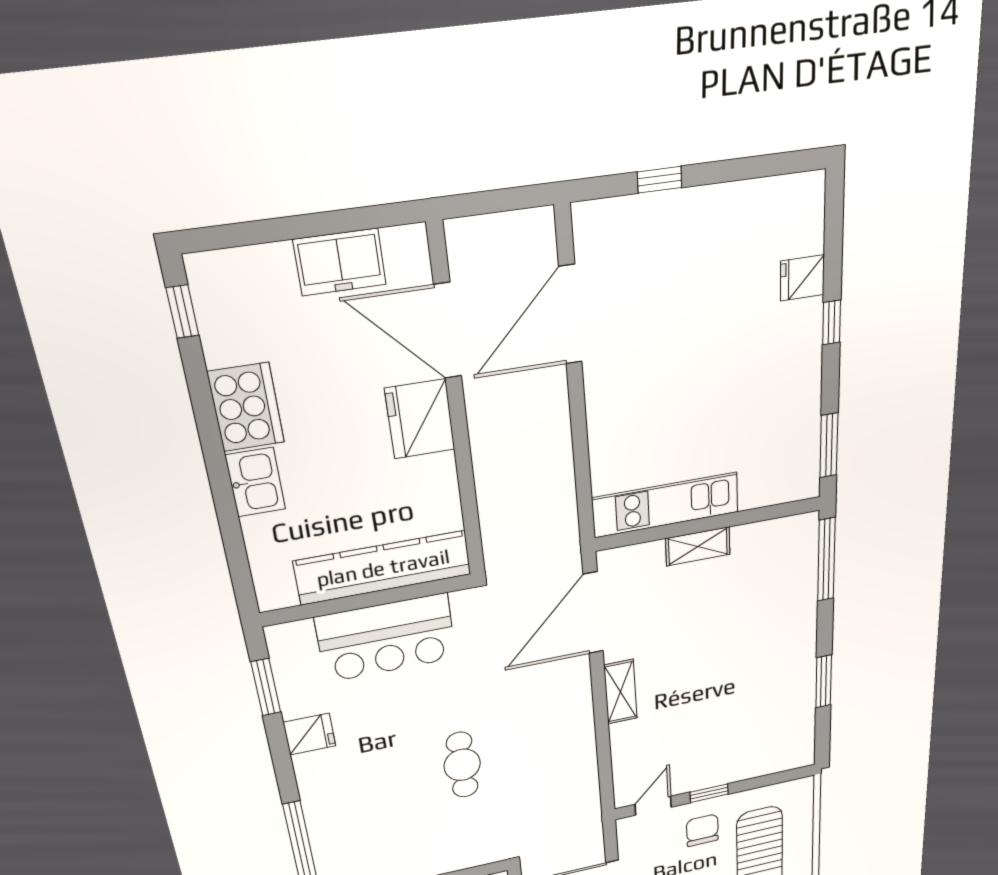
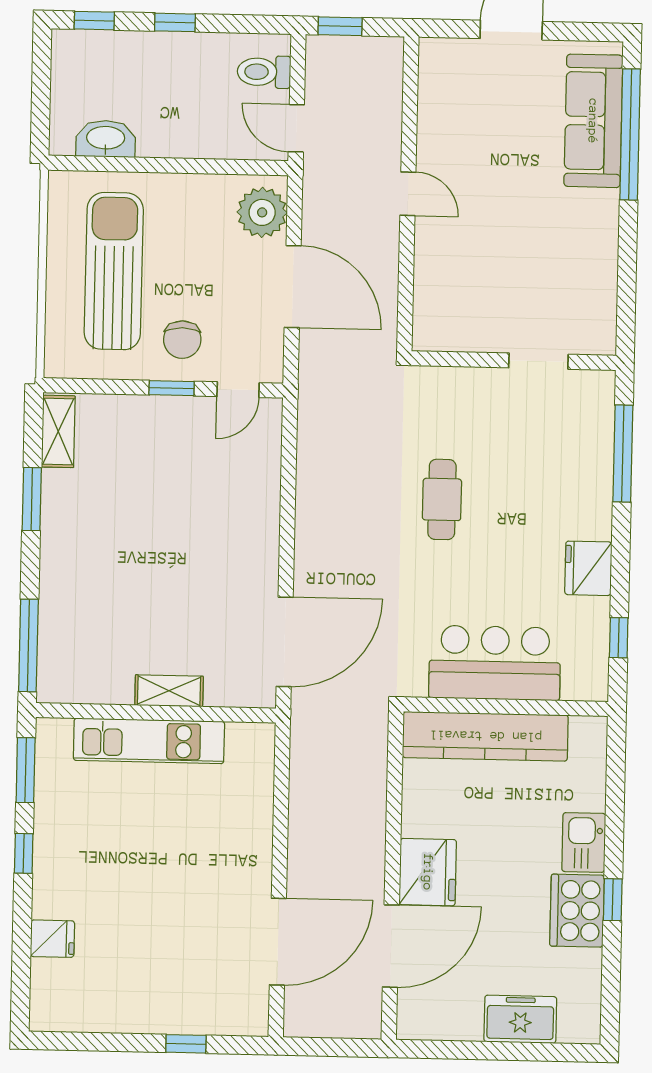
freezer: (340, 262) -> (520, 1019), moved
window: (182, 312) -> (613, 900), moved
window: (832, 322) -> (24, 853), moved
door: (448, 331) -> (391, 946), hinge flipped
kitchen unit: (666, 505) -> (149, 741), moved
window: (266, 687) -> (619, 638), width x0.67
shelving: (620, 692) -> (58, 431), moved
fridge: (309, 734) -> (588, 568), width x1.38

